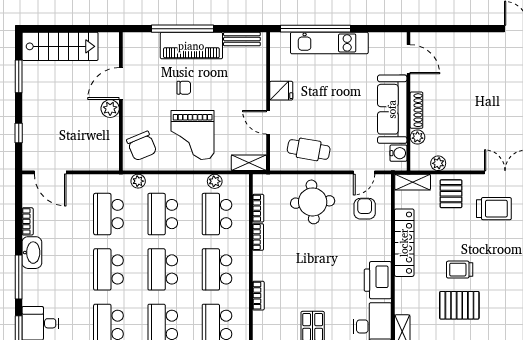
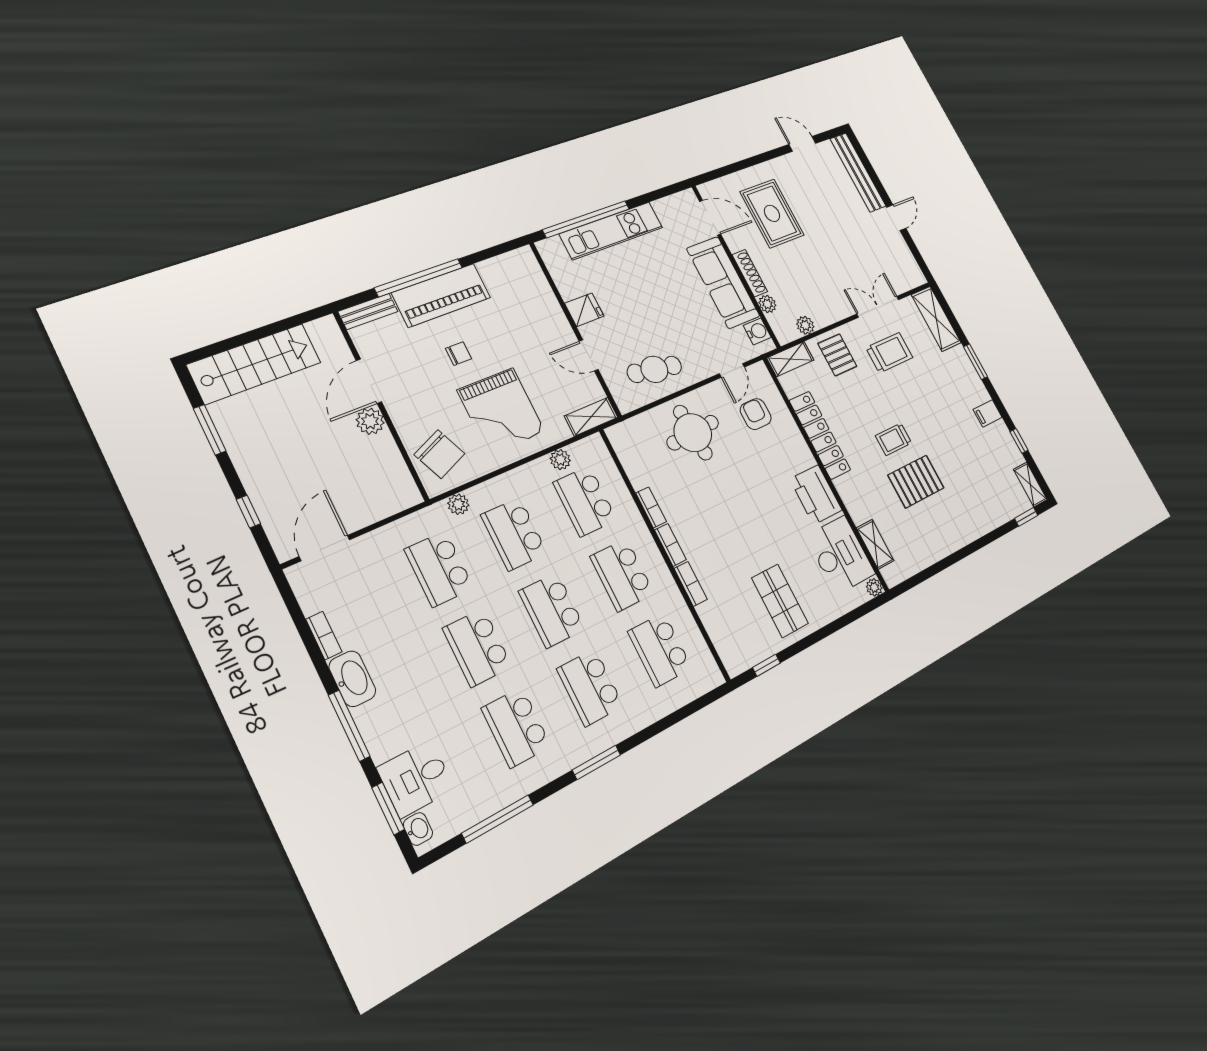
bench: (242, 39) -> (368, 311), moved
rug: (459, 73) -> (772, 213), added
door: (50, 172) -> (324, 548), swing flipped
bookcase: (258, 208) -> (670, 545), moved

